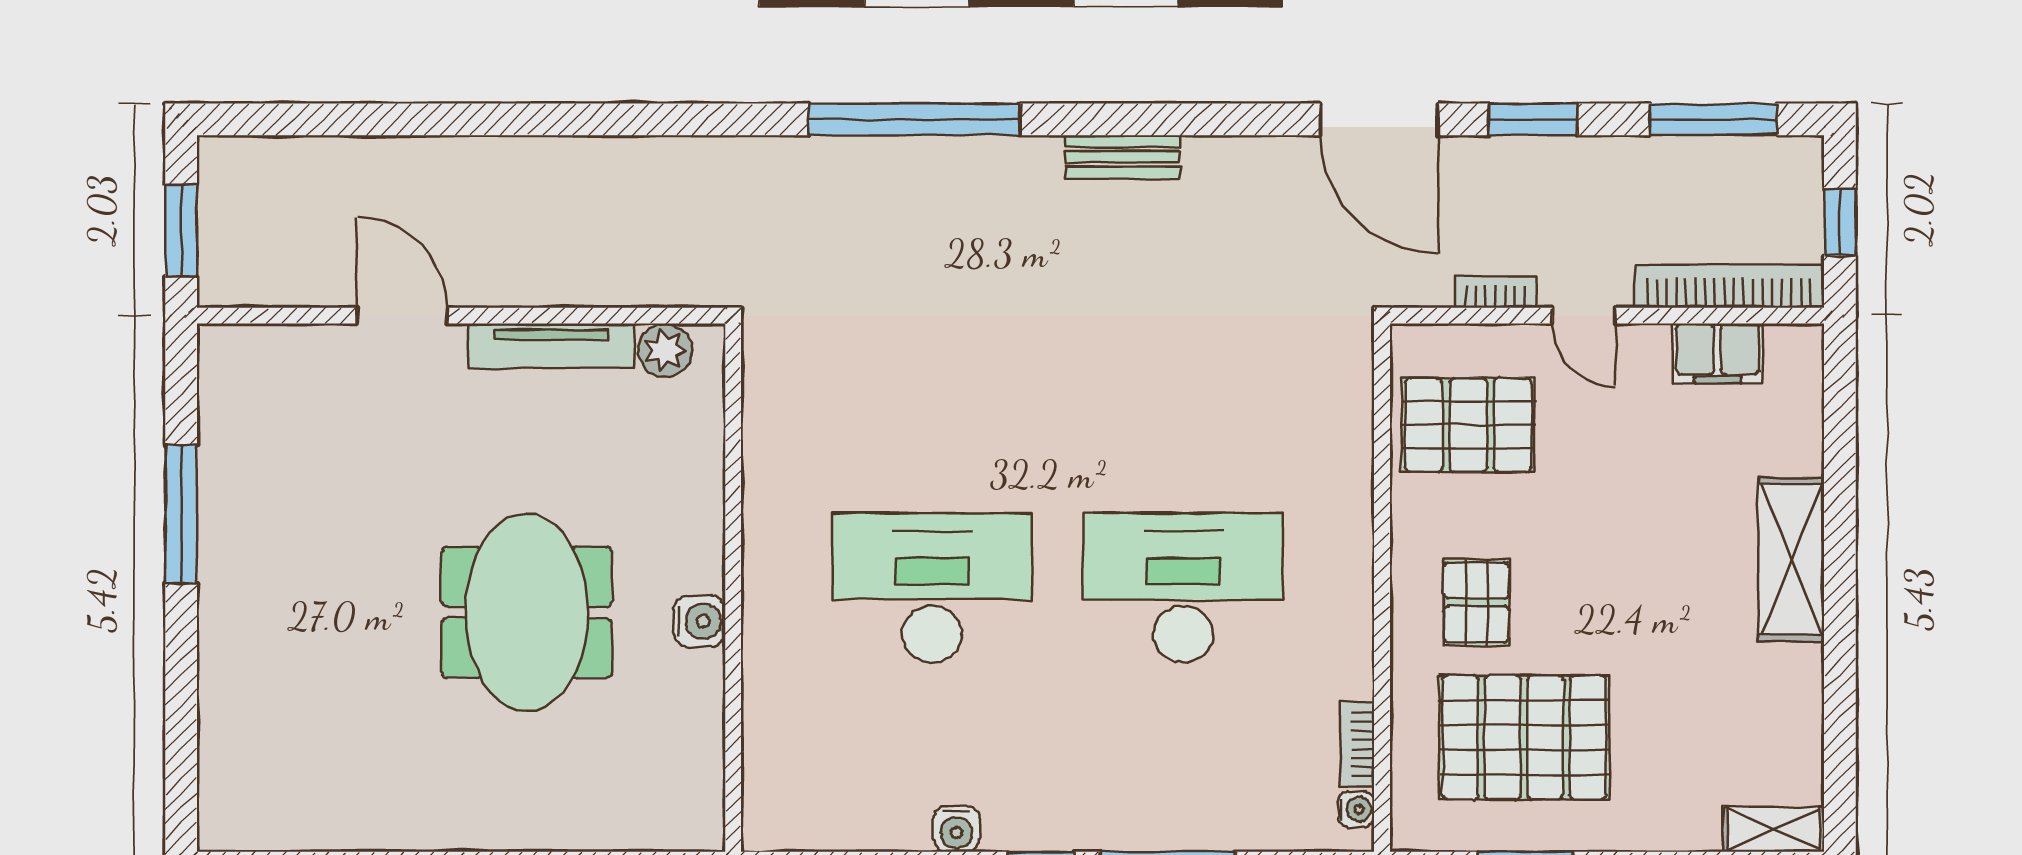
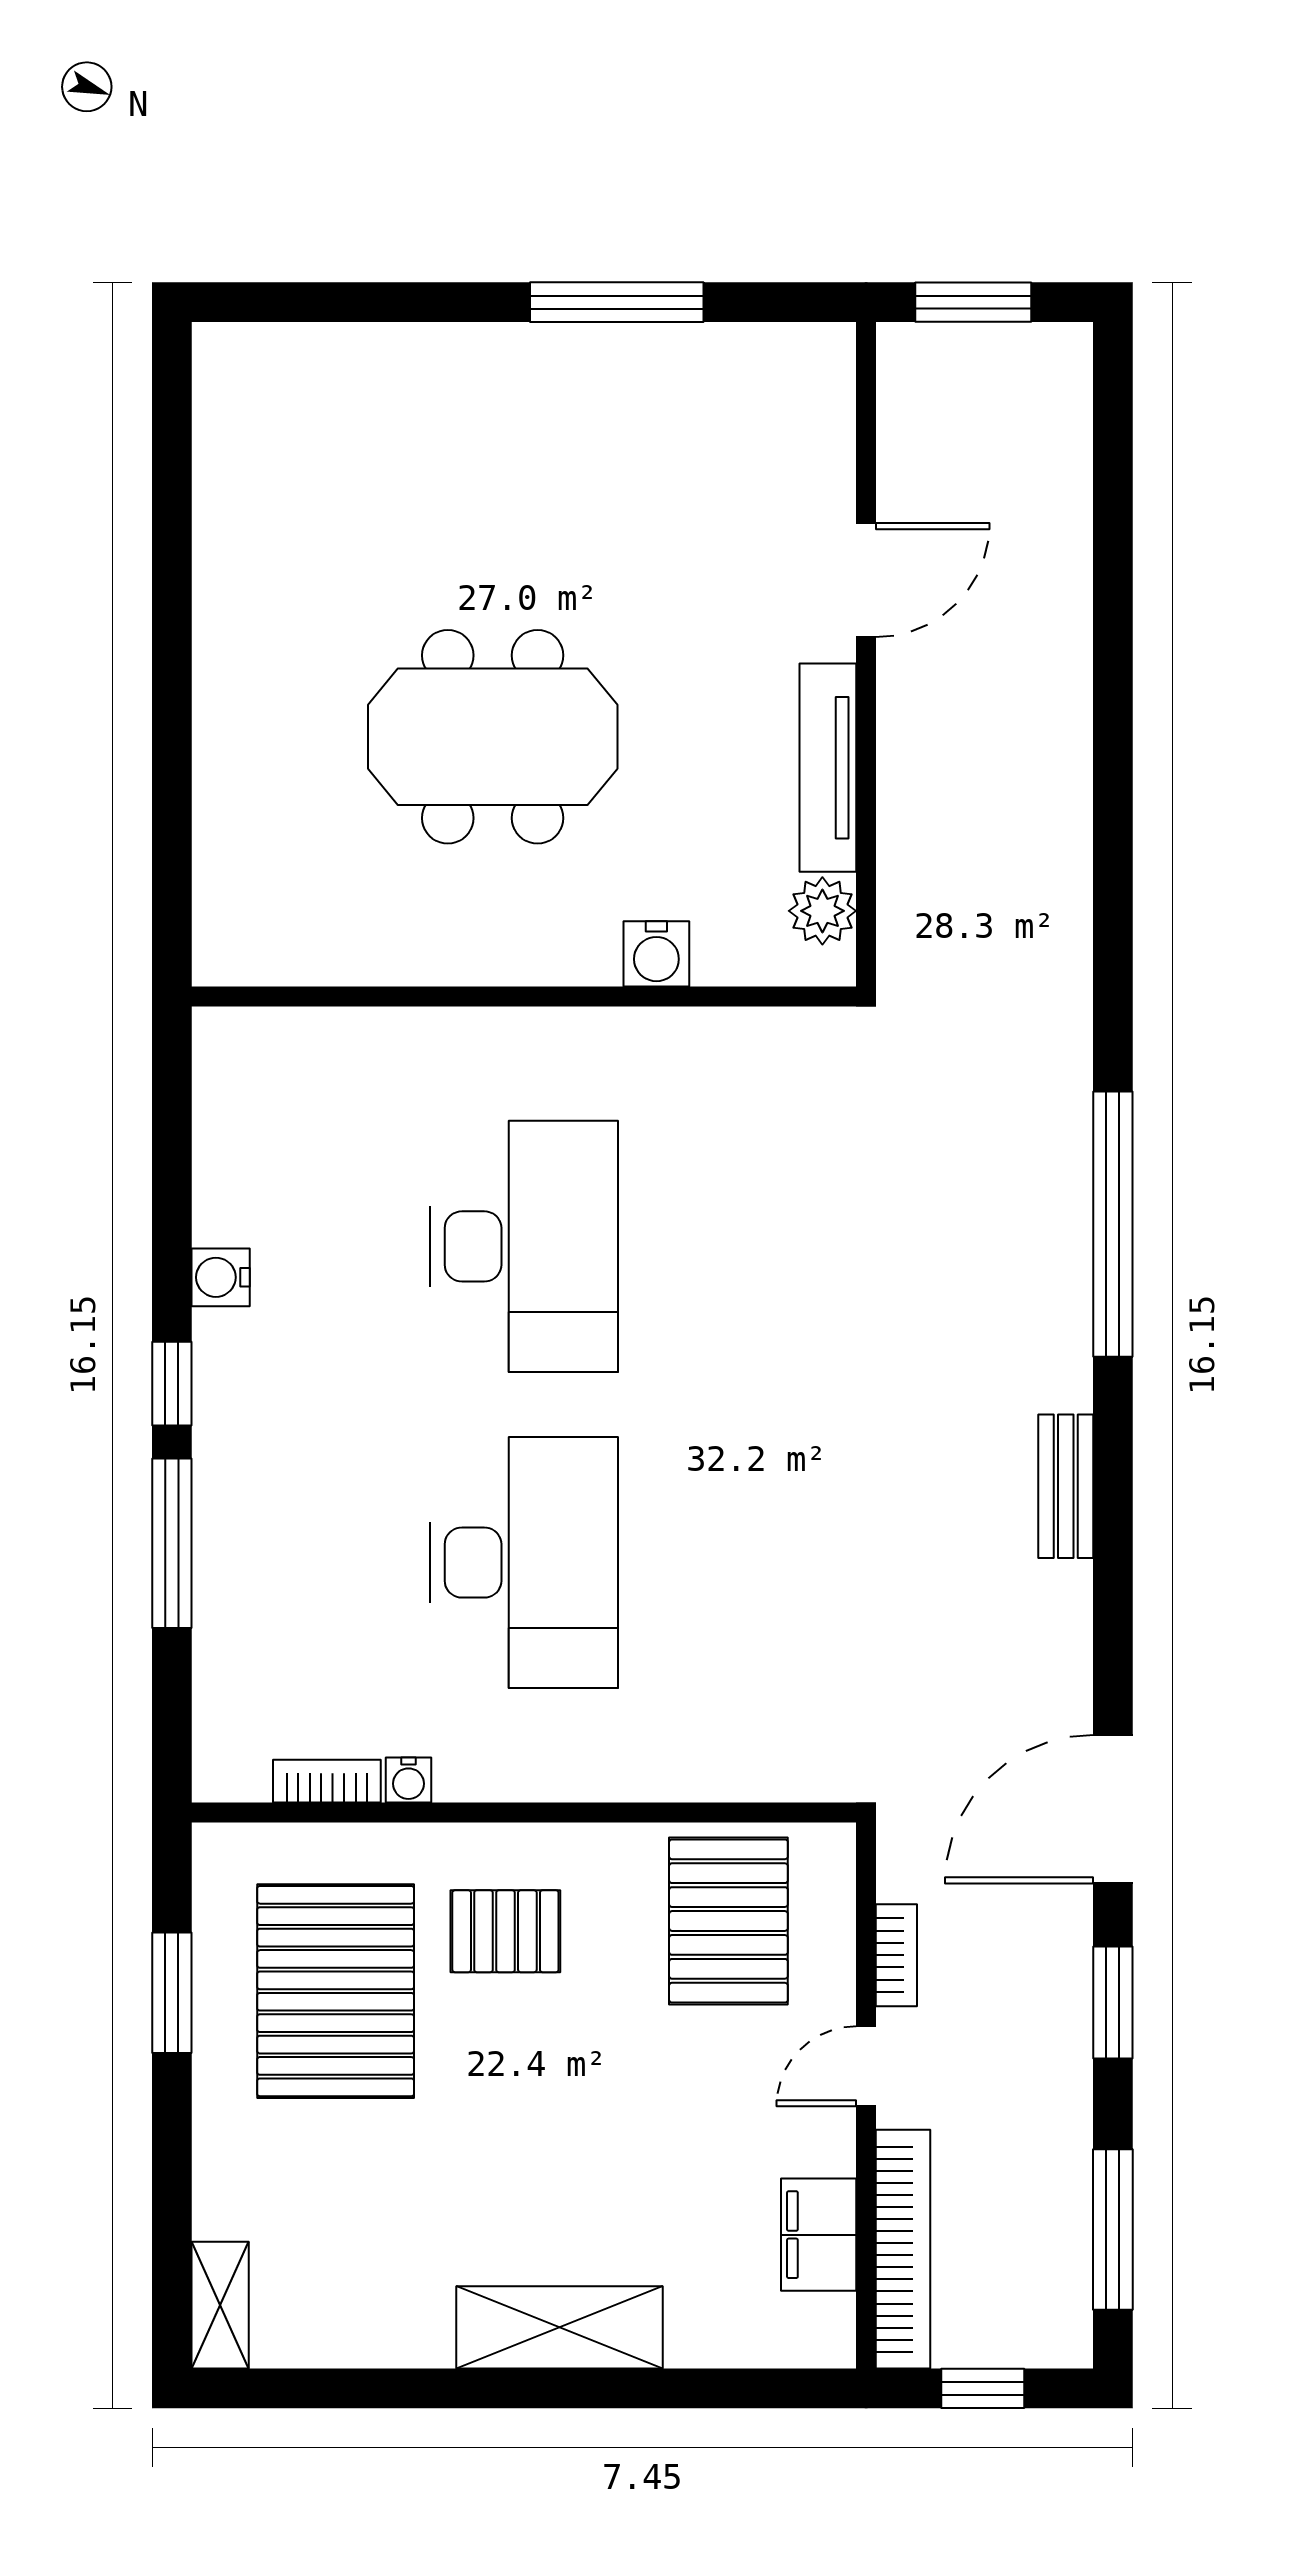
water cooler: (699, 621) -> (656, 954), moved
water cooler: (1356, 809) -> (408, 1780), moved

